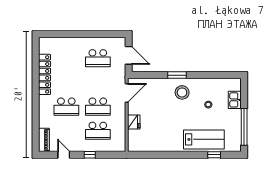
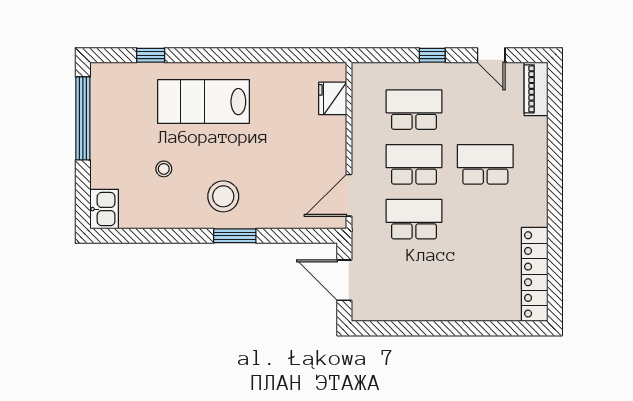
school desk: (98, 58) -> (414, 219), moved
locker: (45, 74) -> (535, 274), moved
kitchen sink: (235, 100) -> (104, 209), moved
fridge: (134, 122) -> (333, 98), moved
lab bench: (204, 139) -> (203, 102), moved

